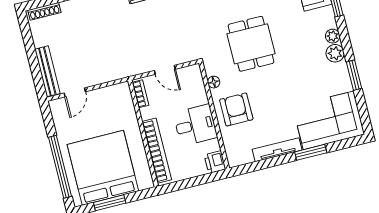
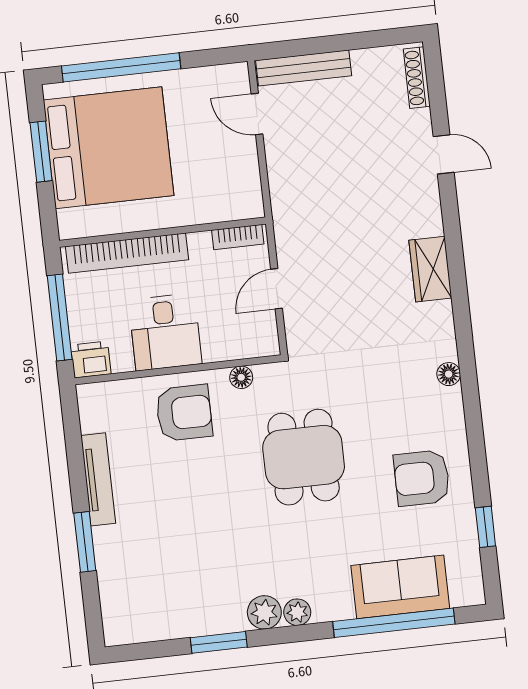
dining table: (251, 44) -> (304, 457), turned 90
corner sofa: (329, 120) -> (140, 583), removed
window: (195, 181) -> (60, 318), added

